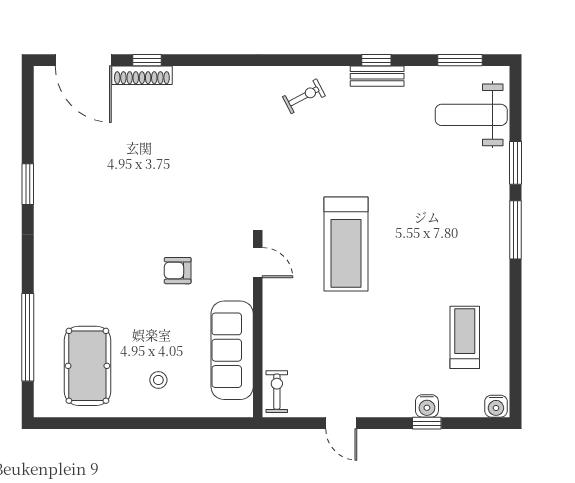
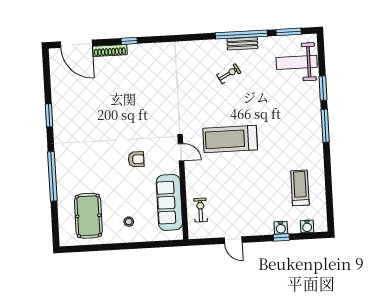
window: (147, 60) -> (129, 41), moved
window: (376, 60) -> (241, 35), width x3.17
exercise bike: (304, 96) -> (229, 74), moved
treadmill: (346, 244) -> (230, 139), turned 90
armchair: (178, 271) -> (136, 159), turned 180
window: (28, 337) -> (52, 176), moved
exercise bike: (277, 392) -> (201, 210), moved
water cooler: (496, 406) -> (307, 226), moved

